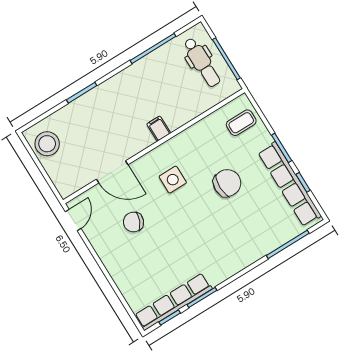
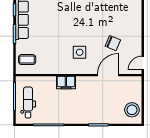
filing cabinet: (159, 129) -> (66, 82), width x2.00
door: (112, 172) -> (108, 75), hinge flipped
chair: (227, 183) -> (53, 33), removed

